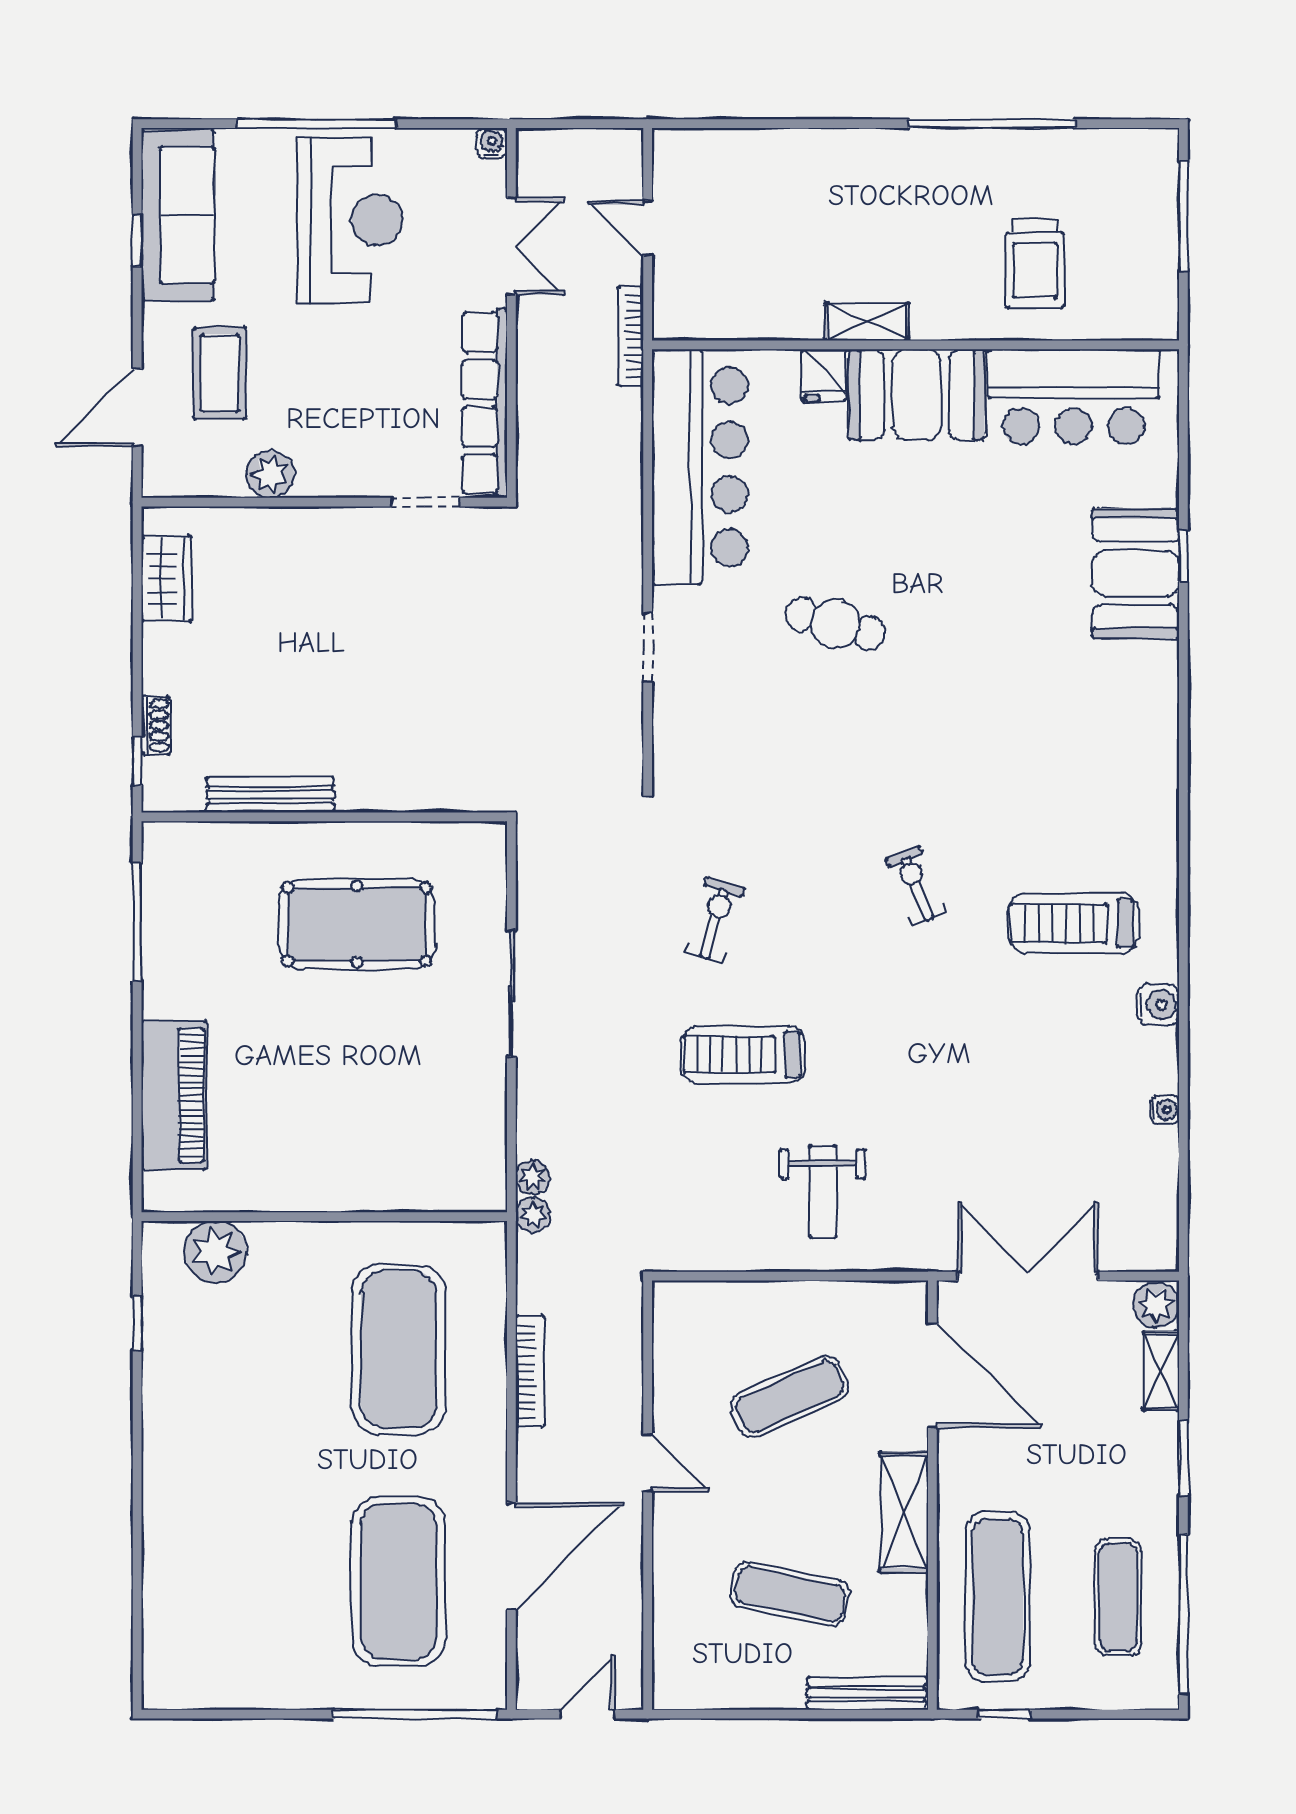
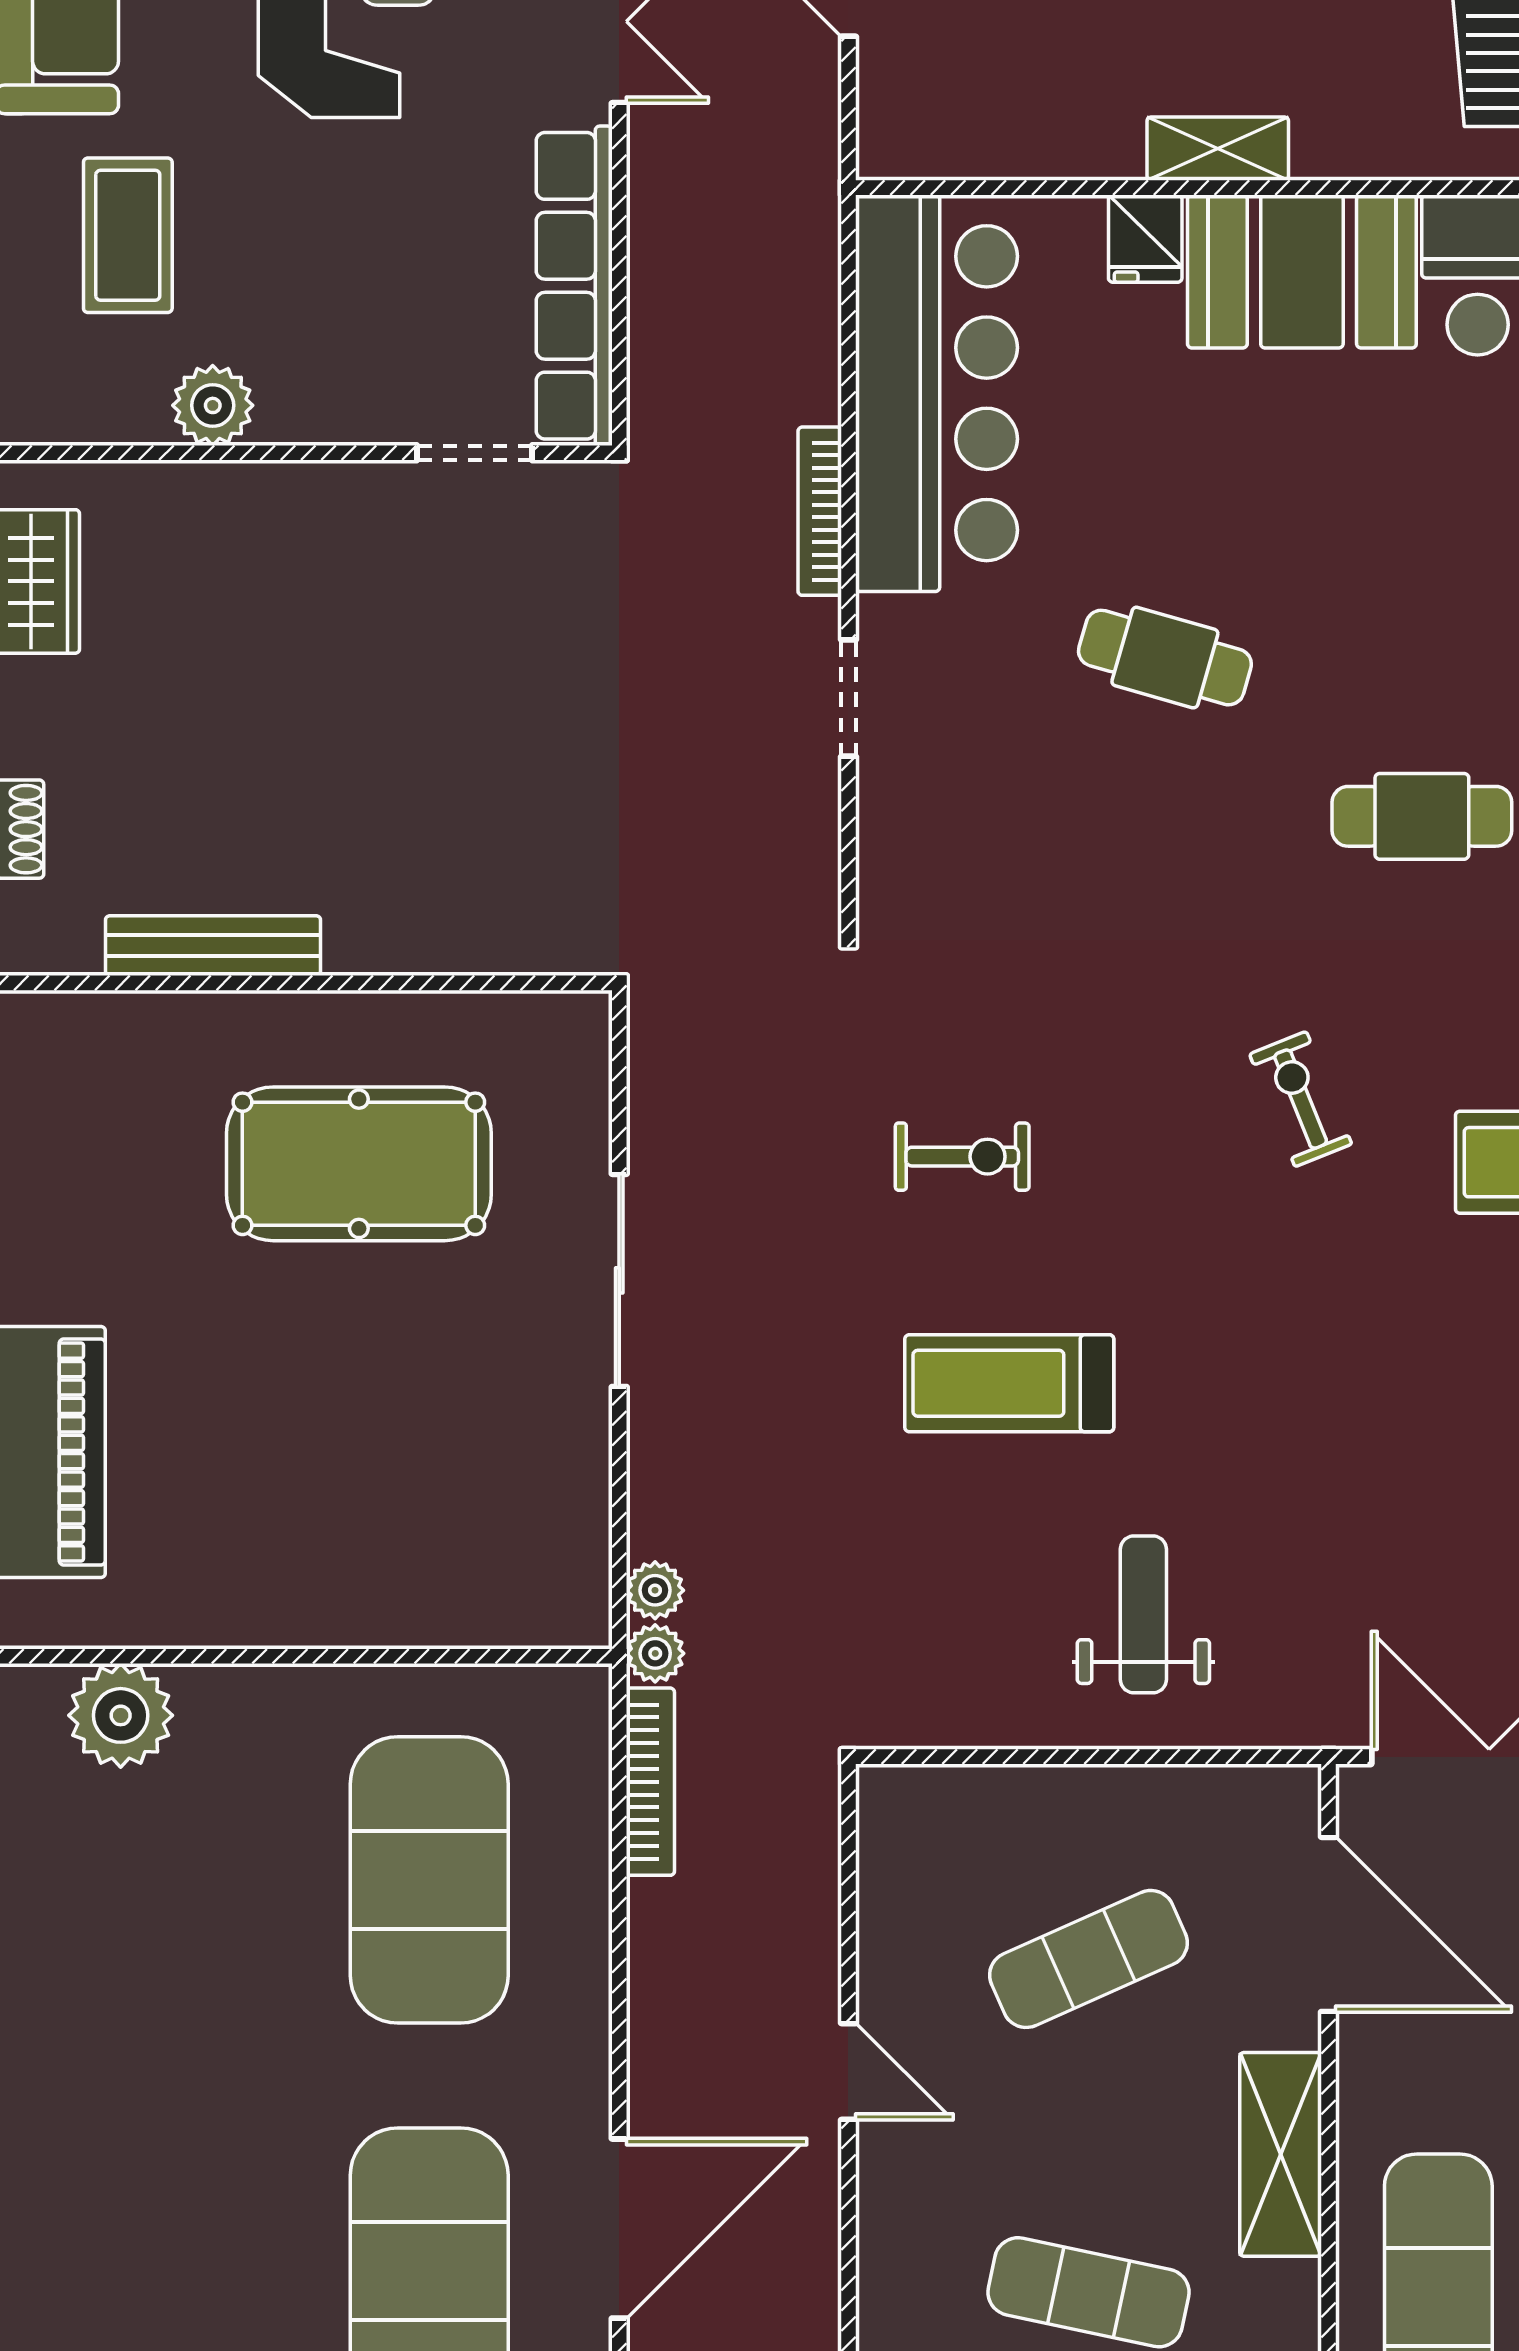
bookcase: (630, 336) -> (820, 511), moved
cafe table: (988, 718) -> (1422, 816), added
exercise bike: (715, 920) -> (962, 1157), turned 74
weight bench: (823, 1192) -> (1143, 1614), turned 180
bookcase: (530, 1371) -> (650, 1782), moved

